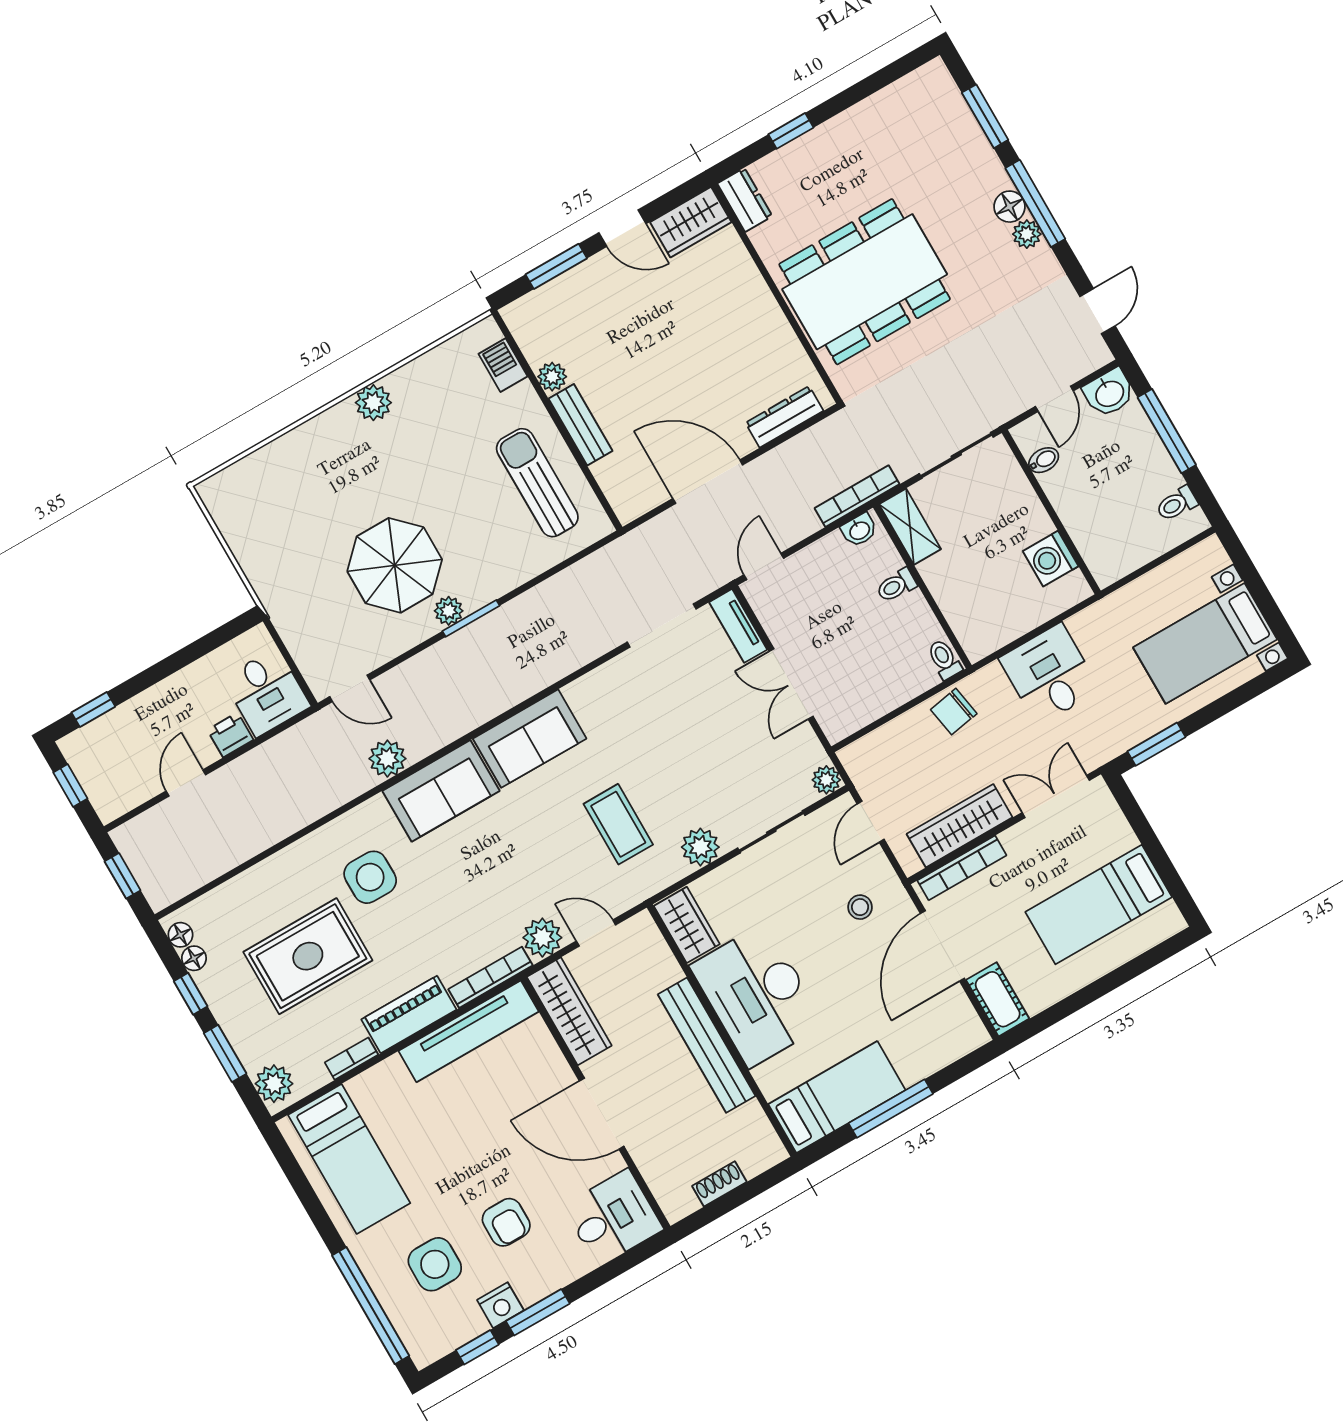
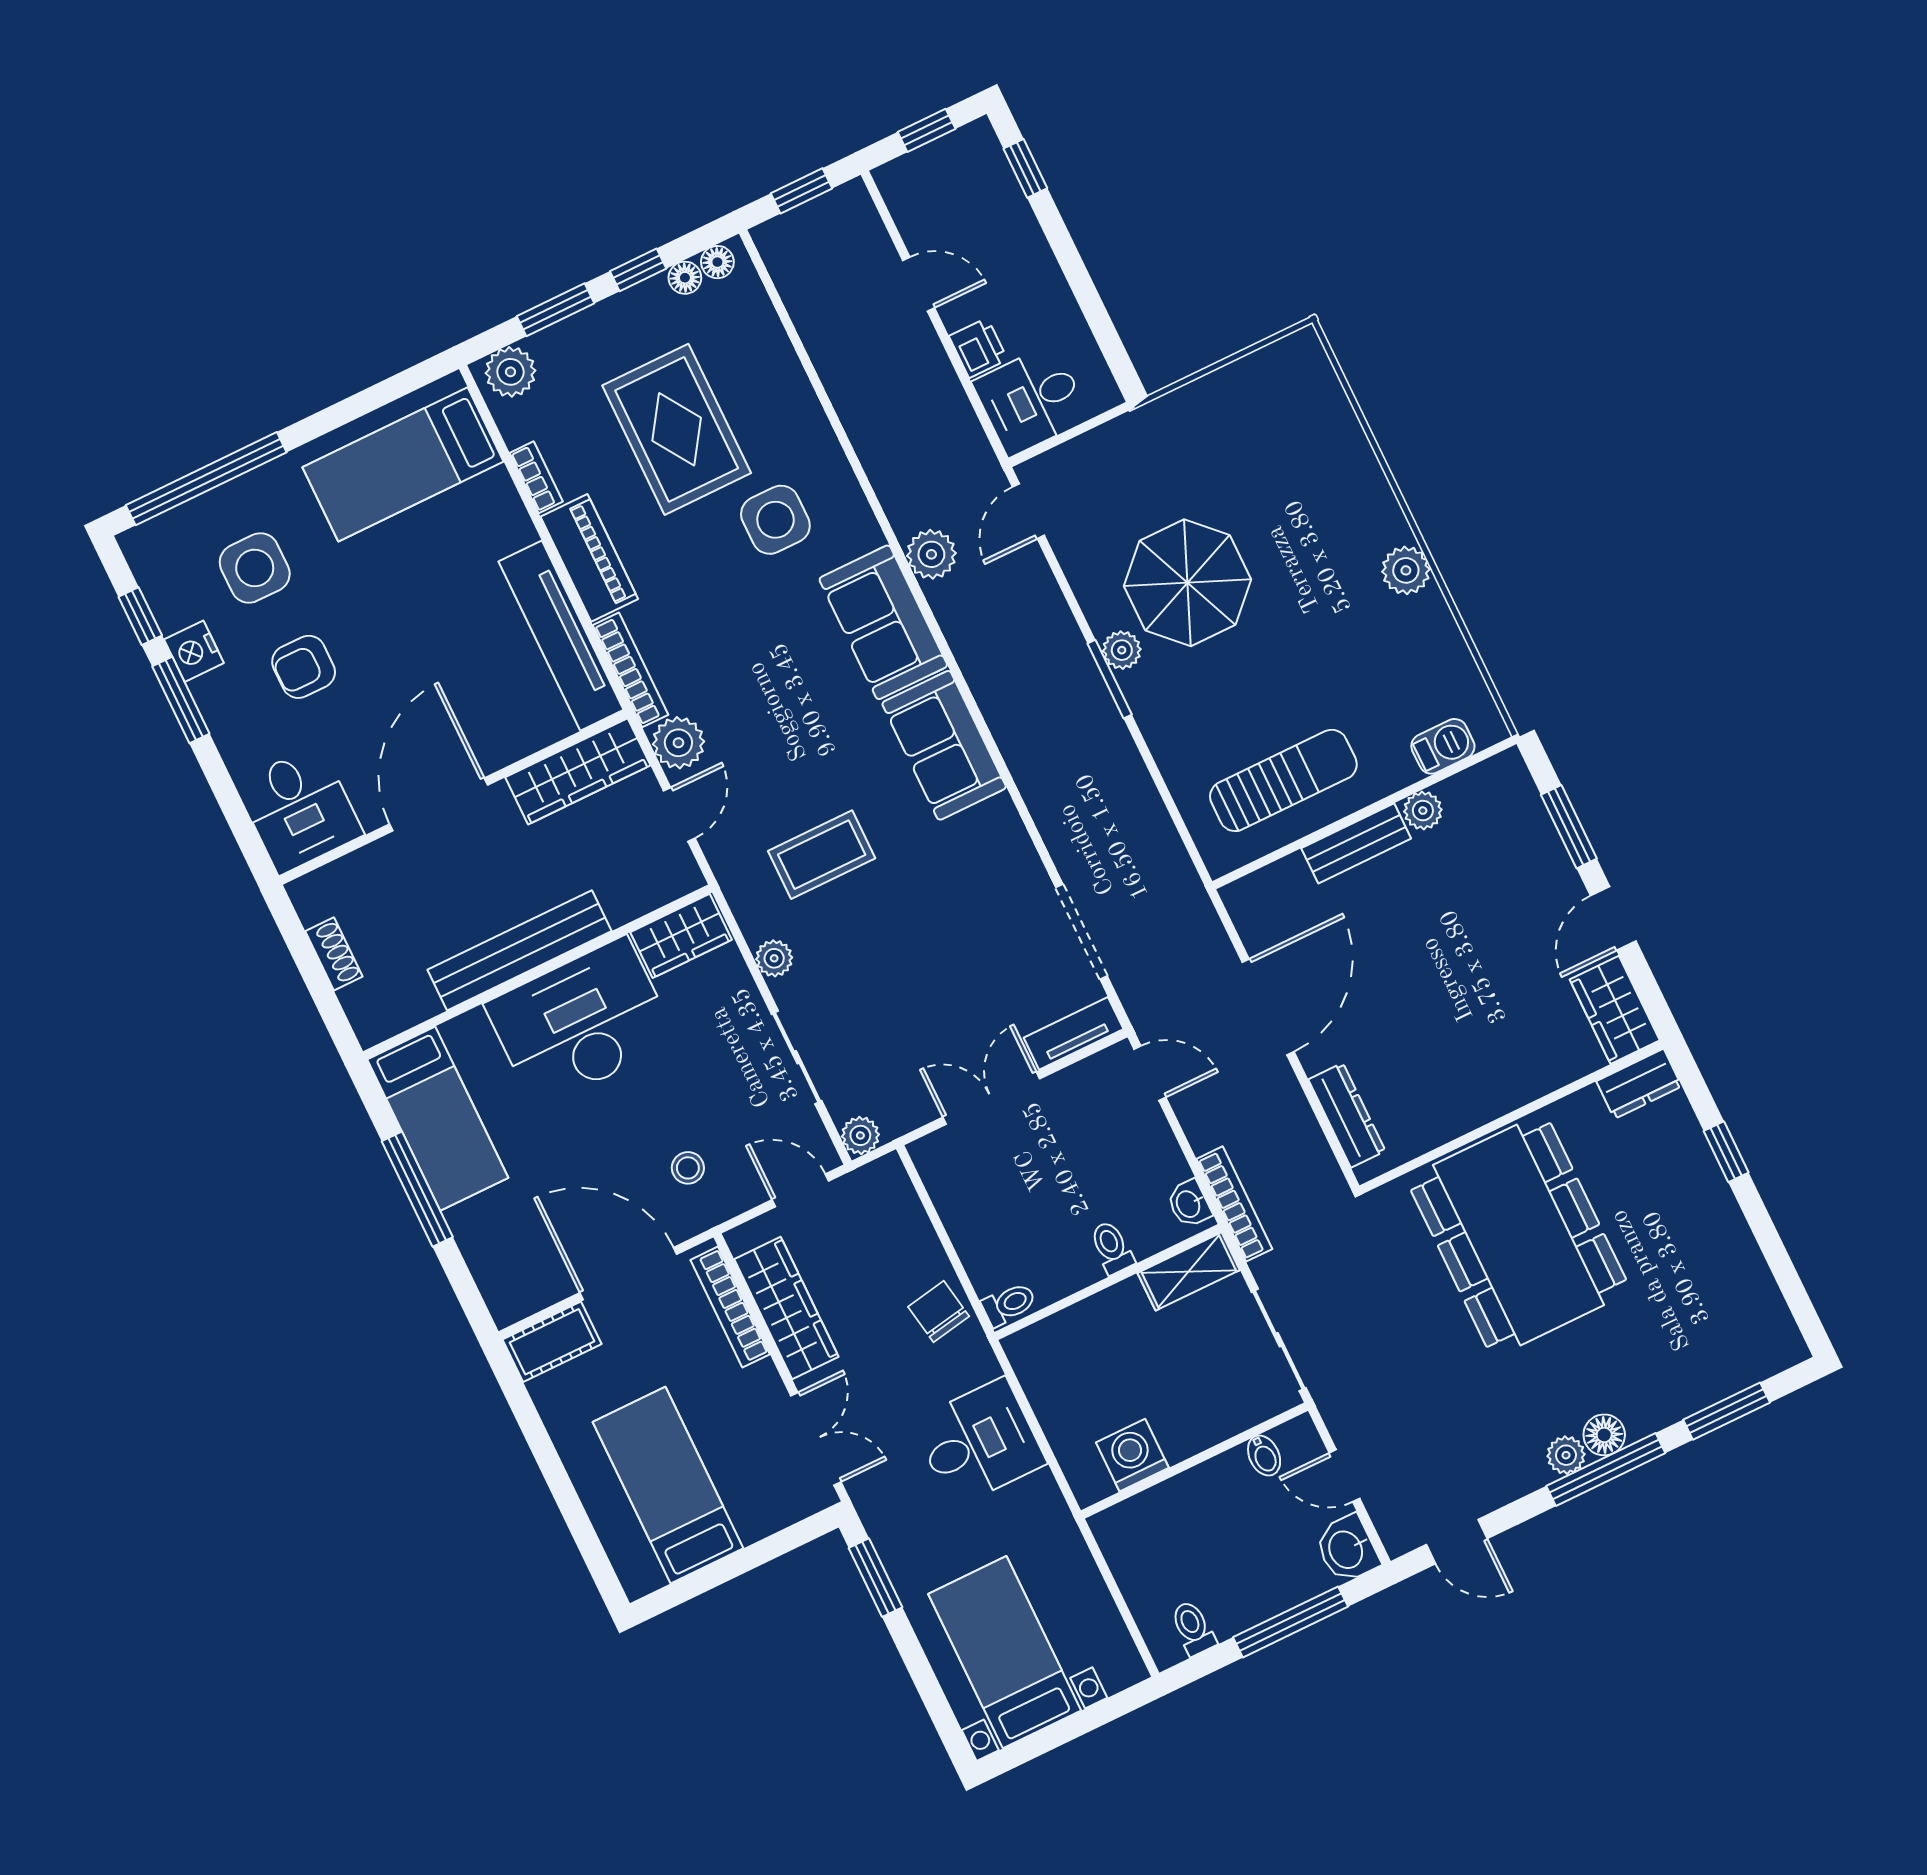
plant: (700, 847) -> (774, 958), width x0.73, depth x0.73

